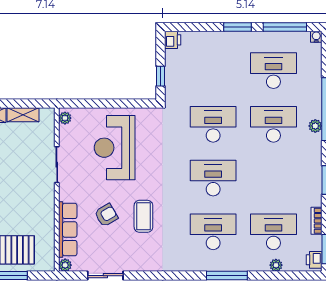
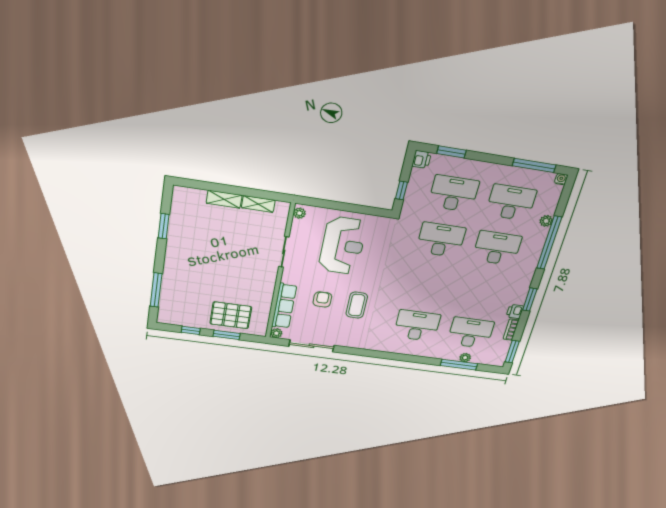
window: (237, 27) -> (451, 152), moved
plant: (315, 126) -> (546, 221), moved
reception desk: (115, 148) -> (342, 246), turned 180
desk: (213, 178) -> (454, 194), moved
armchair: (106, 215) -> (322, 299), turned -60
printer: (314, 260) -> (515, 311), moved
sliding door: (105, 276) -> (312, 346), width x1.37
window: (227, 276) -> (459, 365), moved

